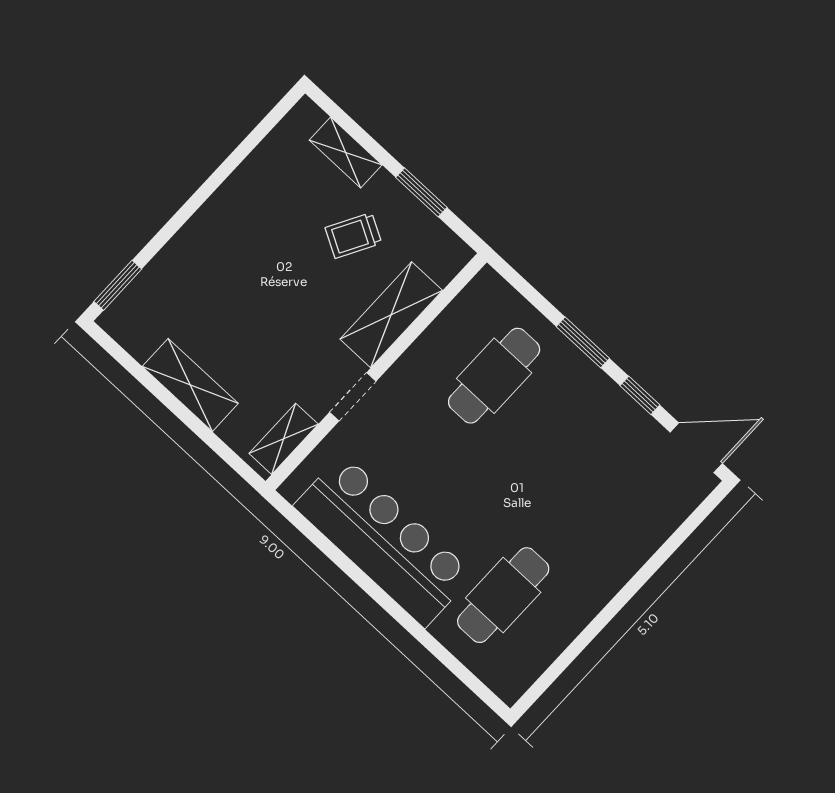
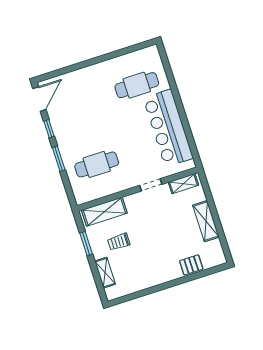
trolley: (353, 236) -> (119, 242), turned 151
pallet: (169, 273) -> (191, 265), added
window: (118, 285) -> (212, 271), removed
shelving: (391, 315) -> (104, 212), moved
door: (696, 448) -> (39, 99), swing flipped

